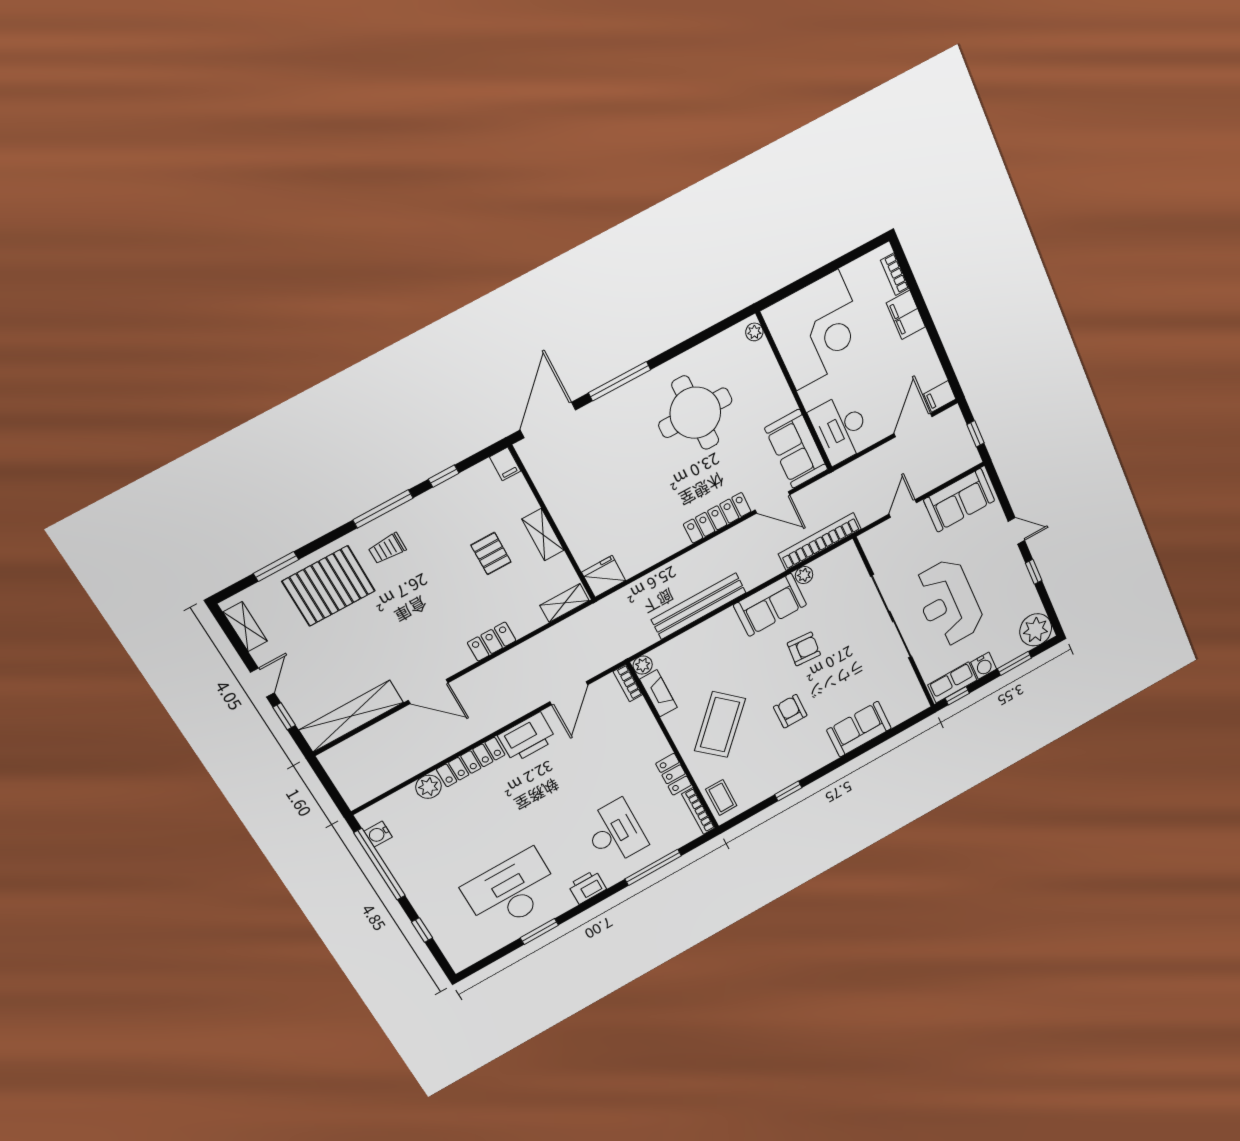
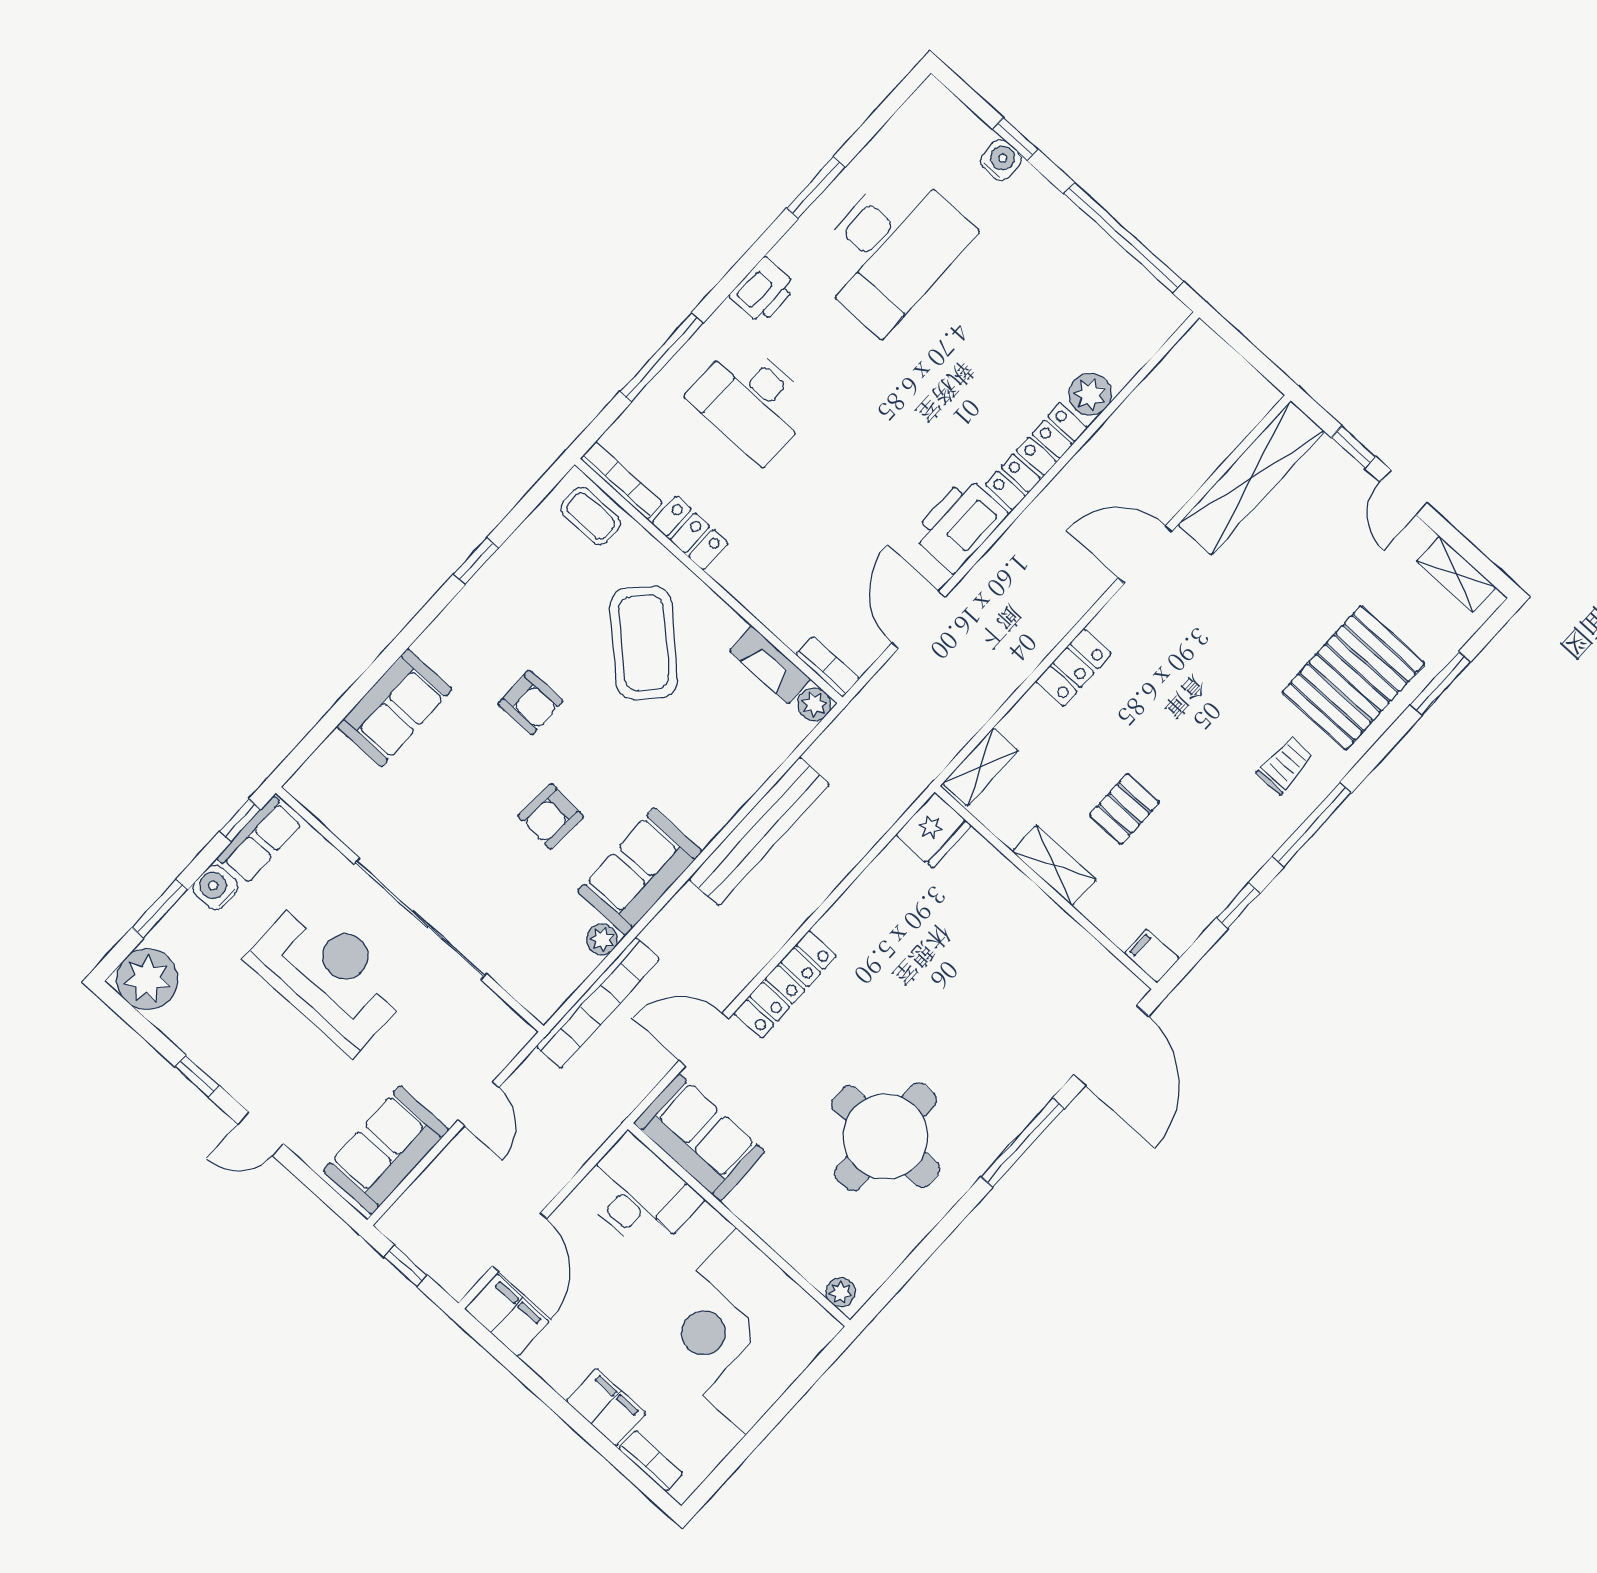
filing cabinet: (940, 396) -> (507, 1315), width x2.00
pallet: (491, 554) -> (1124, 809), turned 90
water cooler: (378, 834) -> (1001, 160), moved

